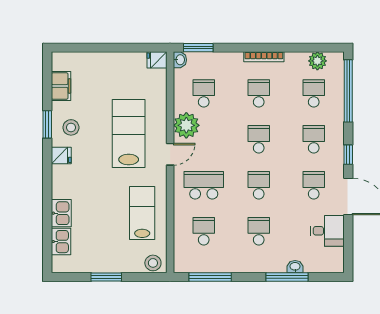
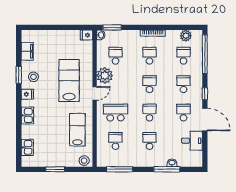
kitchen sink: (61, 213) -> (27, 115), moved

